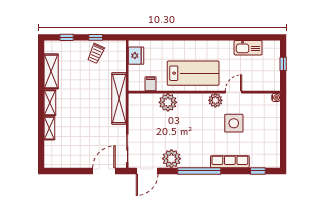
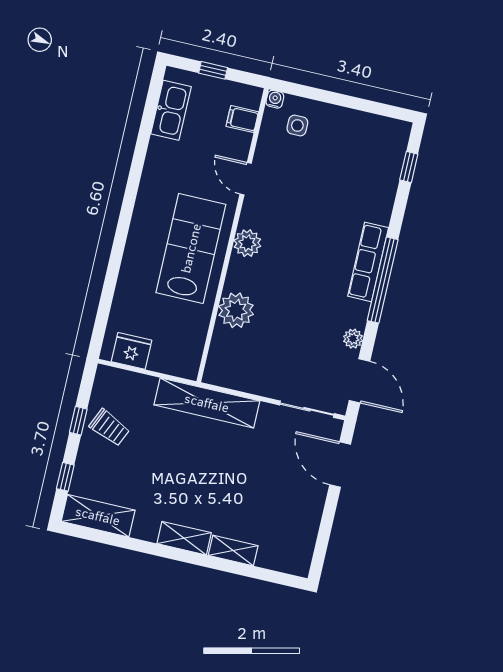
kitchen sink: (248, 48) -> (171, 110), moved
shelving: (51, 71) -> (98, 516), moved
filing cabinet: (151, 84) -> (242, 119), moved
plant: (215, 100) -> (247, 243), moved
side table: (234, 123) -> (297, 125), moved, width x0.54, depth x0.54
plant: (171, 159) -> (353, 339), width x0.53, depth x0.53
row of seats: (230, 162) -> (368, 262), moved

